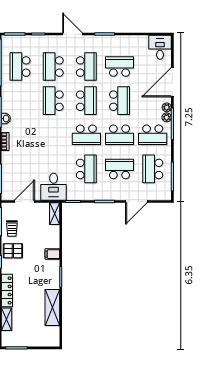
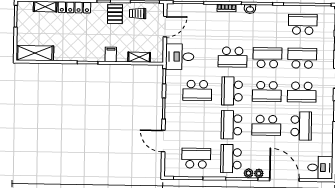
school desk: (120, 169) -> (233, 57), moved, turned 90
door: (24, 201) -> (165, 27), hinge flipped
shelving: (55, 214) -> (139, 57), moved
shelving: (52, 307) -> (35, 53), moved

